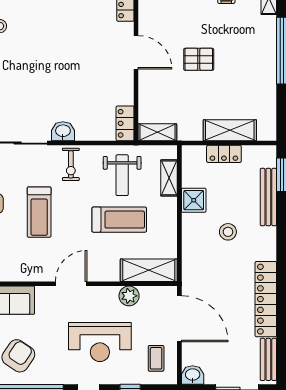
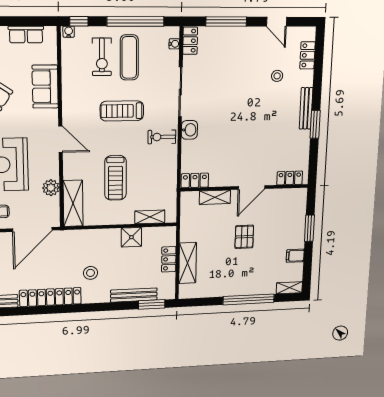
shelving: (157, 132) -> (215, 197), moved, turned 90
weight bench: (122, 175) -> (152, 179), removed
stool: (228, 232) -> (90, 273), moved

